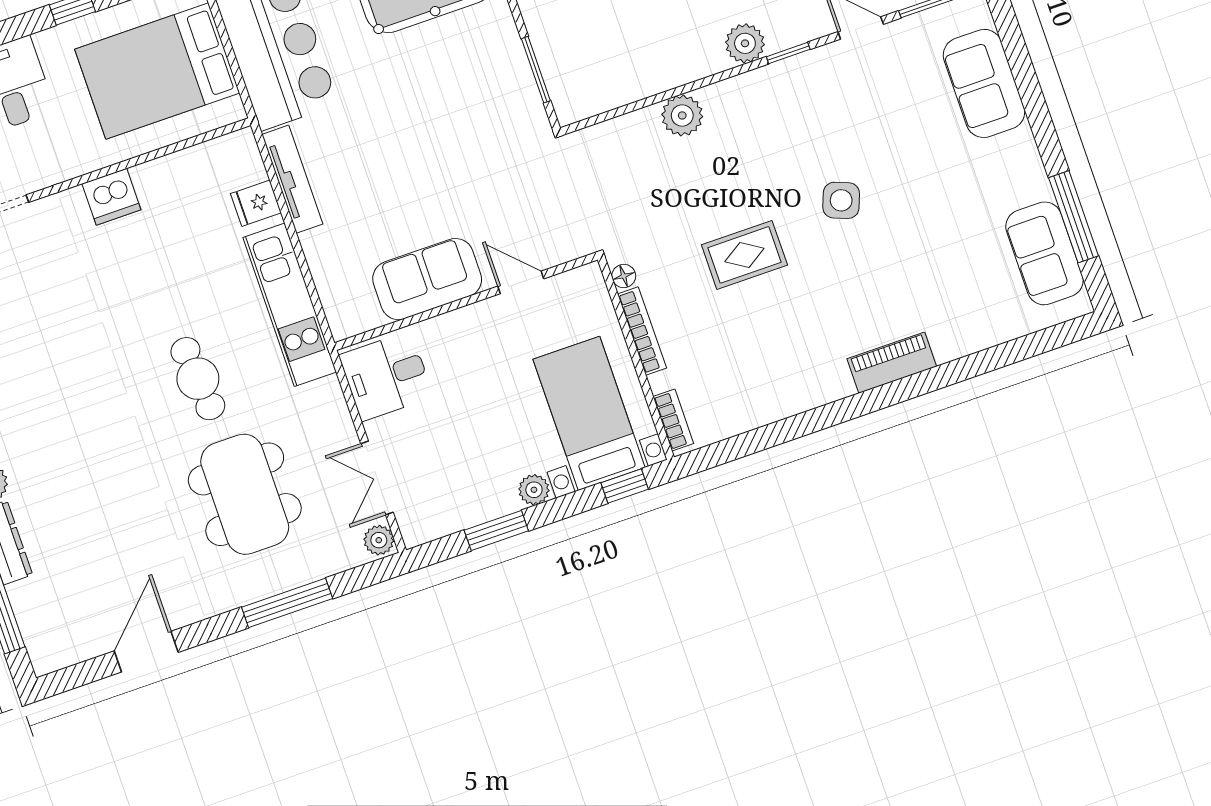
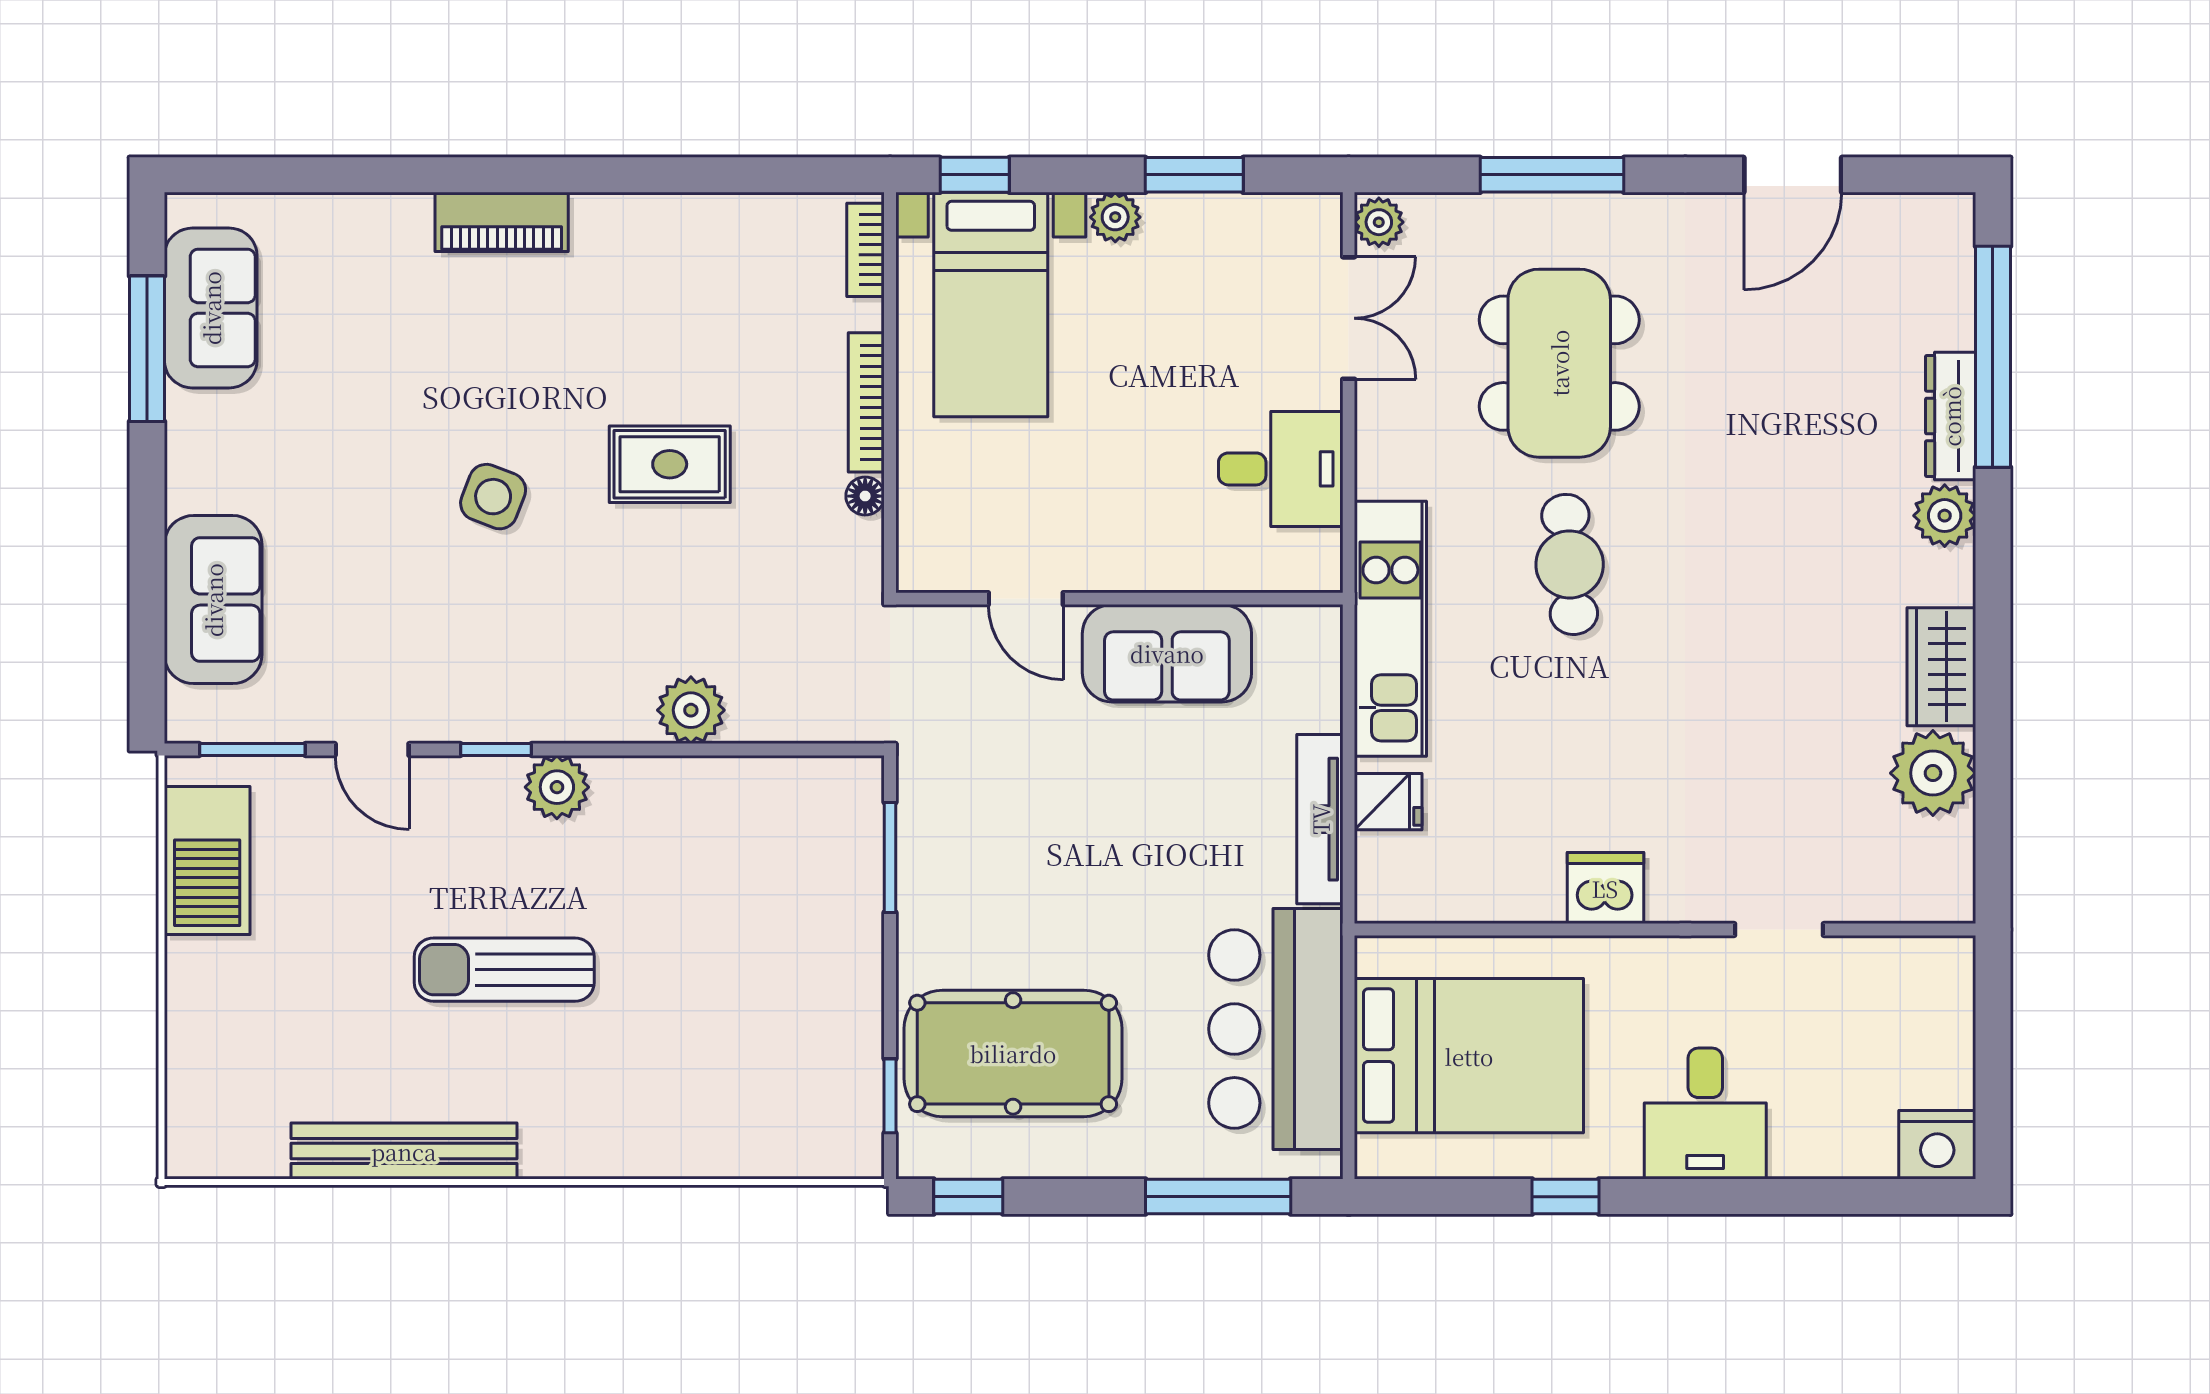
sofa: (427, 279) -> (1167, 653), moved
door: (521, 282) -> (1026, 599), moved
wall: (466, 301) -> (1119, 599), moved

